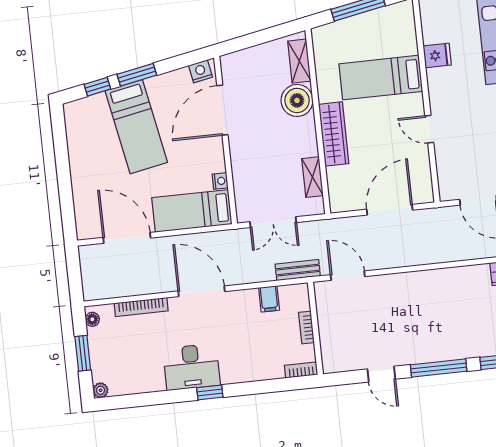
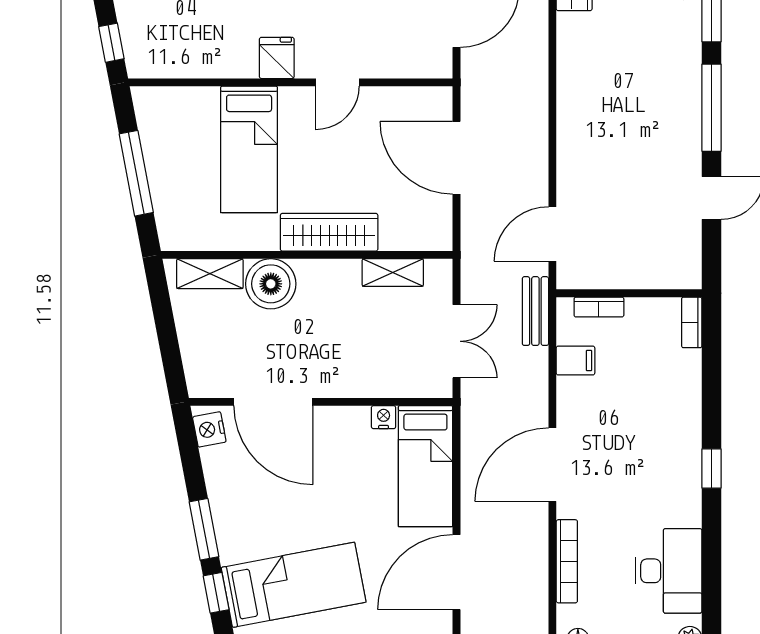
fridge: (437, 55) -> (277, 58), moved
bed: (136, 127) -> (294, 585), moved
bookcase: (306, 328) -> (599, 307), moved
desk: (191, 367) -> (669, 571), moved

